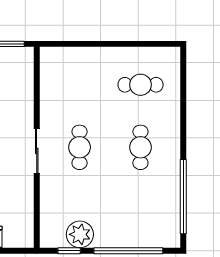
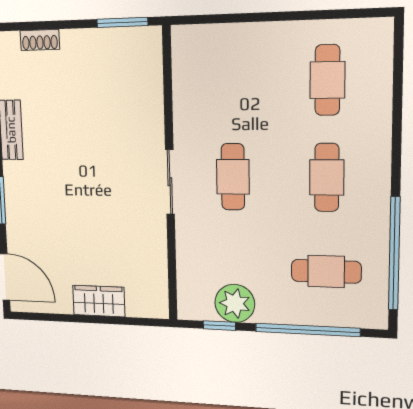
cafe table: (140, 85) -> (327, 80), turned 90
cafe table: (140, 210) -> (326, 271), added

